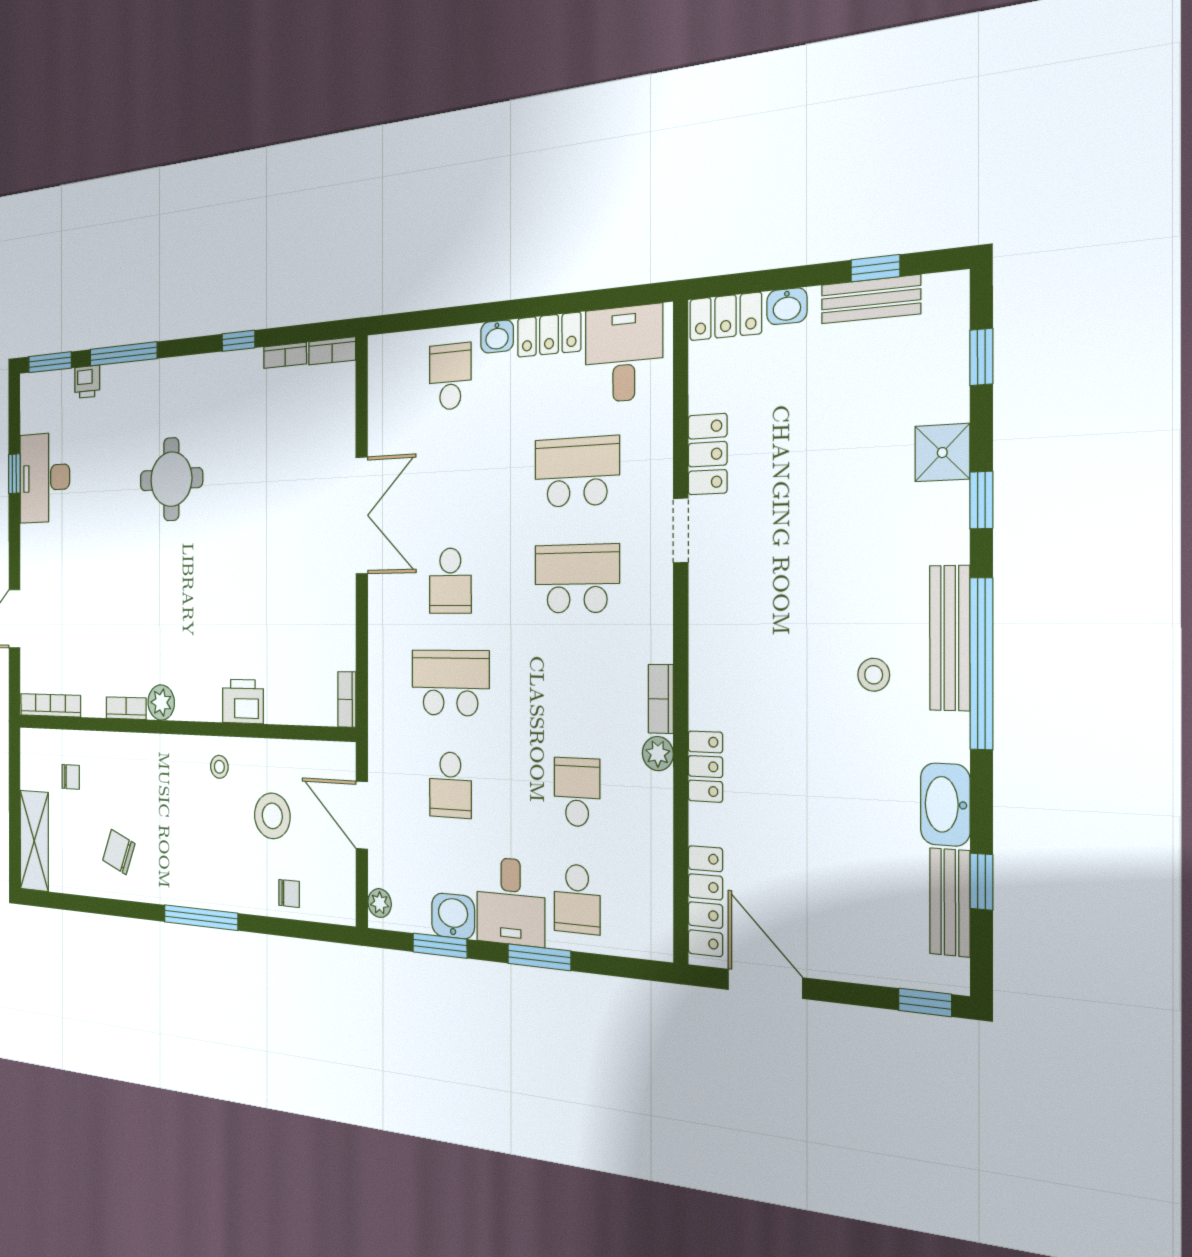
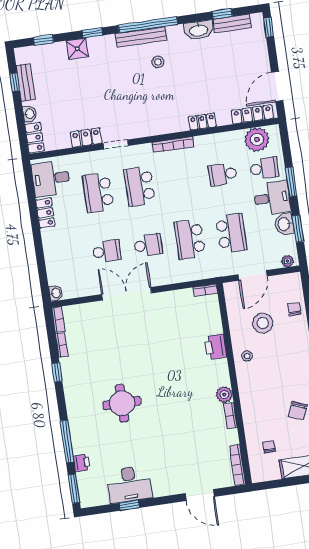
washbasin: (497, 337) -> (56, 293), moved
school desk: (450, 377) -> (107, 251), moved, turned 180
bookcase: (661, 699) -> (173, 145), width x1.56
plant: (658, 754) -> (257, 139), moved, width x1.88, depth x1.88
school desk: (450, 785) -> (231, 233), width x1.85

